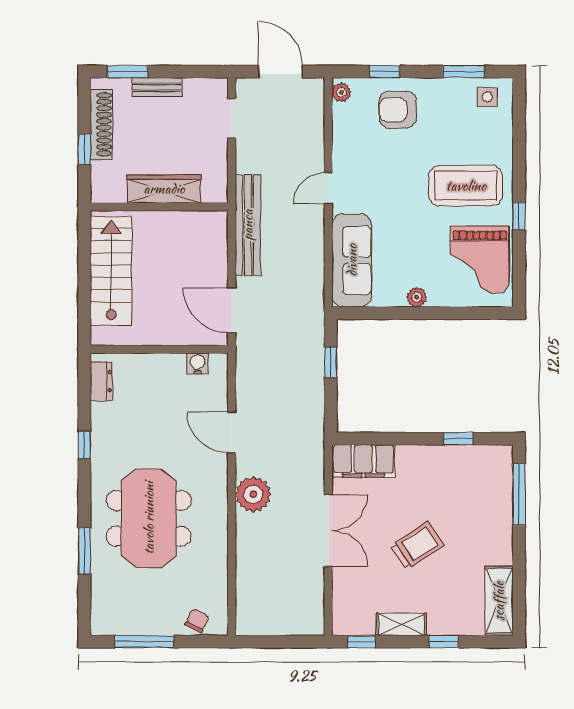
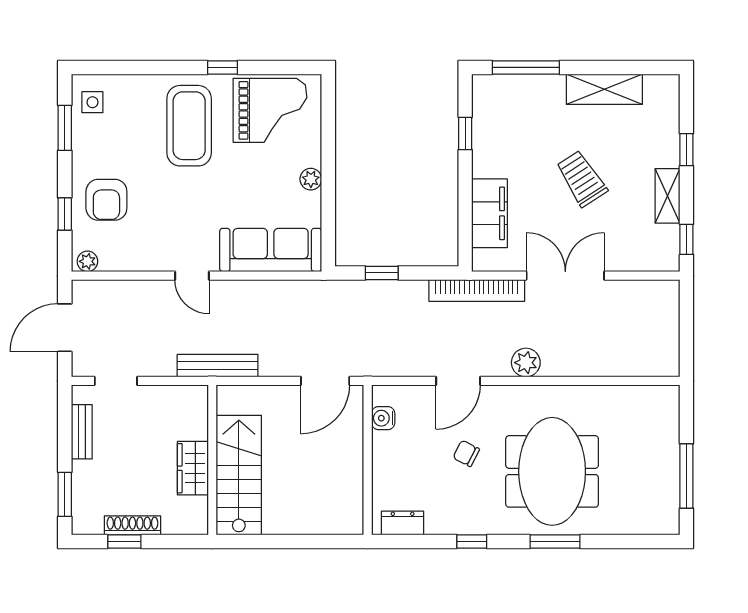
bench: (157, 87) -> (82, 432), moved
shoe rack: (101, 124) -> (132, 525), width x0.74, depth x0.81
window: (84, 149) -> (124, 542), moved
wardrobe: (164, 189) -> (193, 468), width x0.67
bench: (248, 225) -> (218, 366), width x0.73, depth x0.82
stairs: (111, 271) -> (239, 475), moved, turned 90
bookcase: (315, 449) -> (477, 290), added
filing cabinet: (363, 461) -> (490, 213), moved
plant: (253, 494) -> (526, 363), width x0.73, depth x0.73
meeting table: (149, 518) -> (552, 471), turned 90
window: (84, 551) -> (555, 542), moved
shelving: (499, 601) -> (604, 89), moved
chair: (197, 621) -> (466, 453), moved

